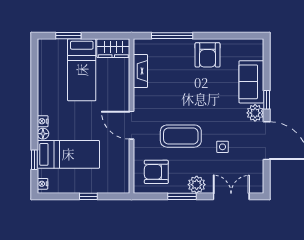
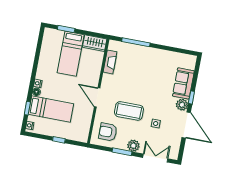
armchair: (208, 55) -> (157, 60), removed

